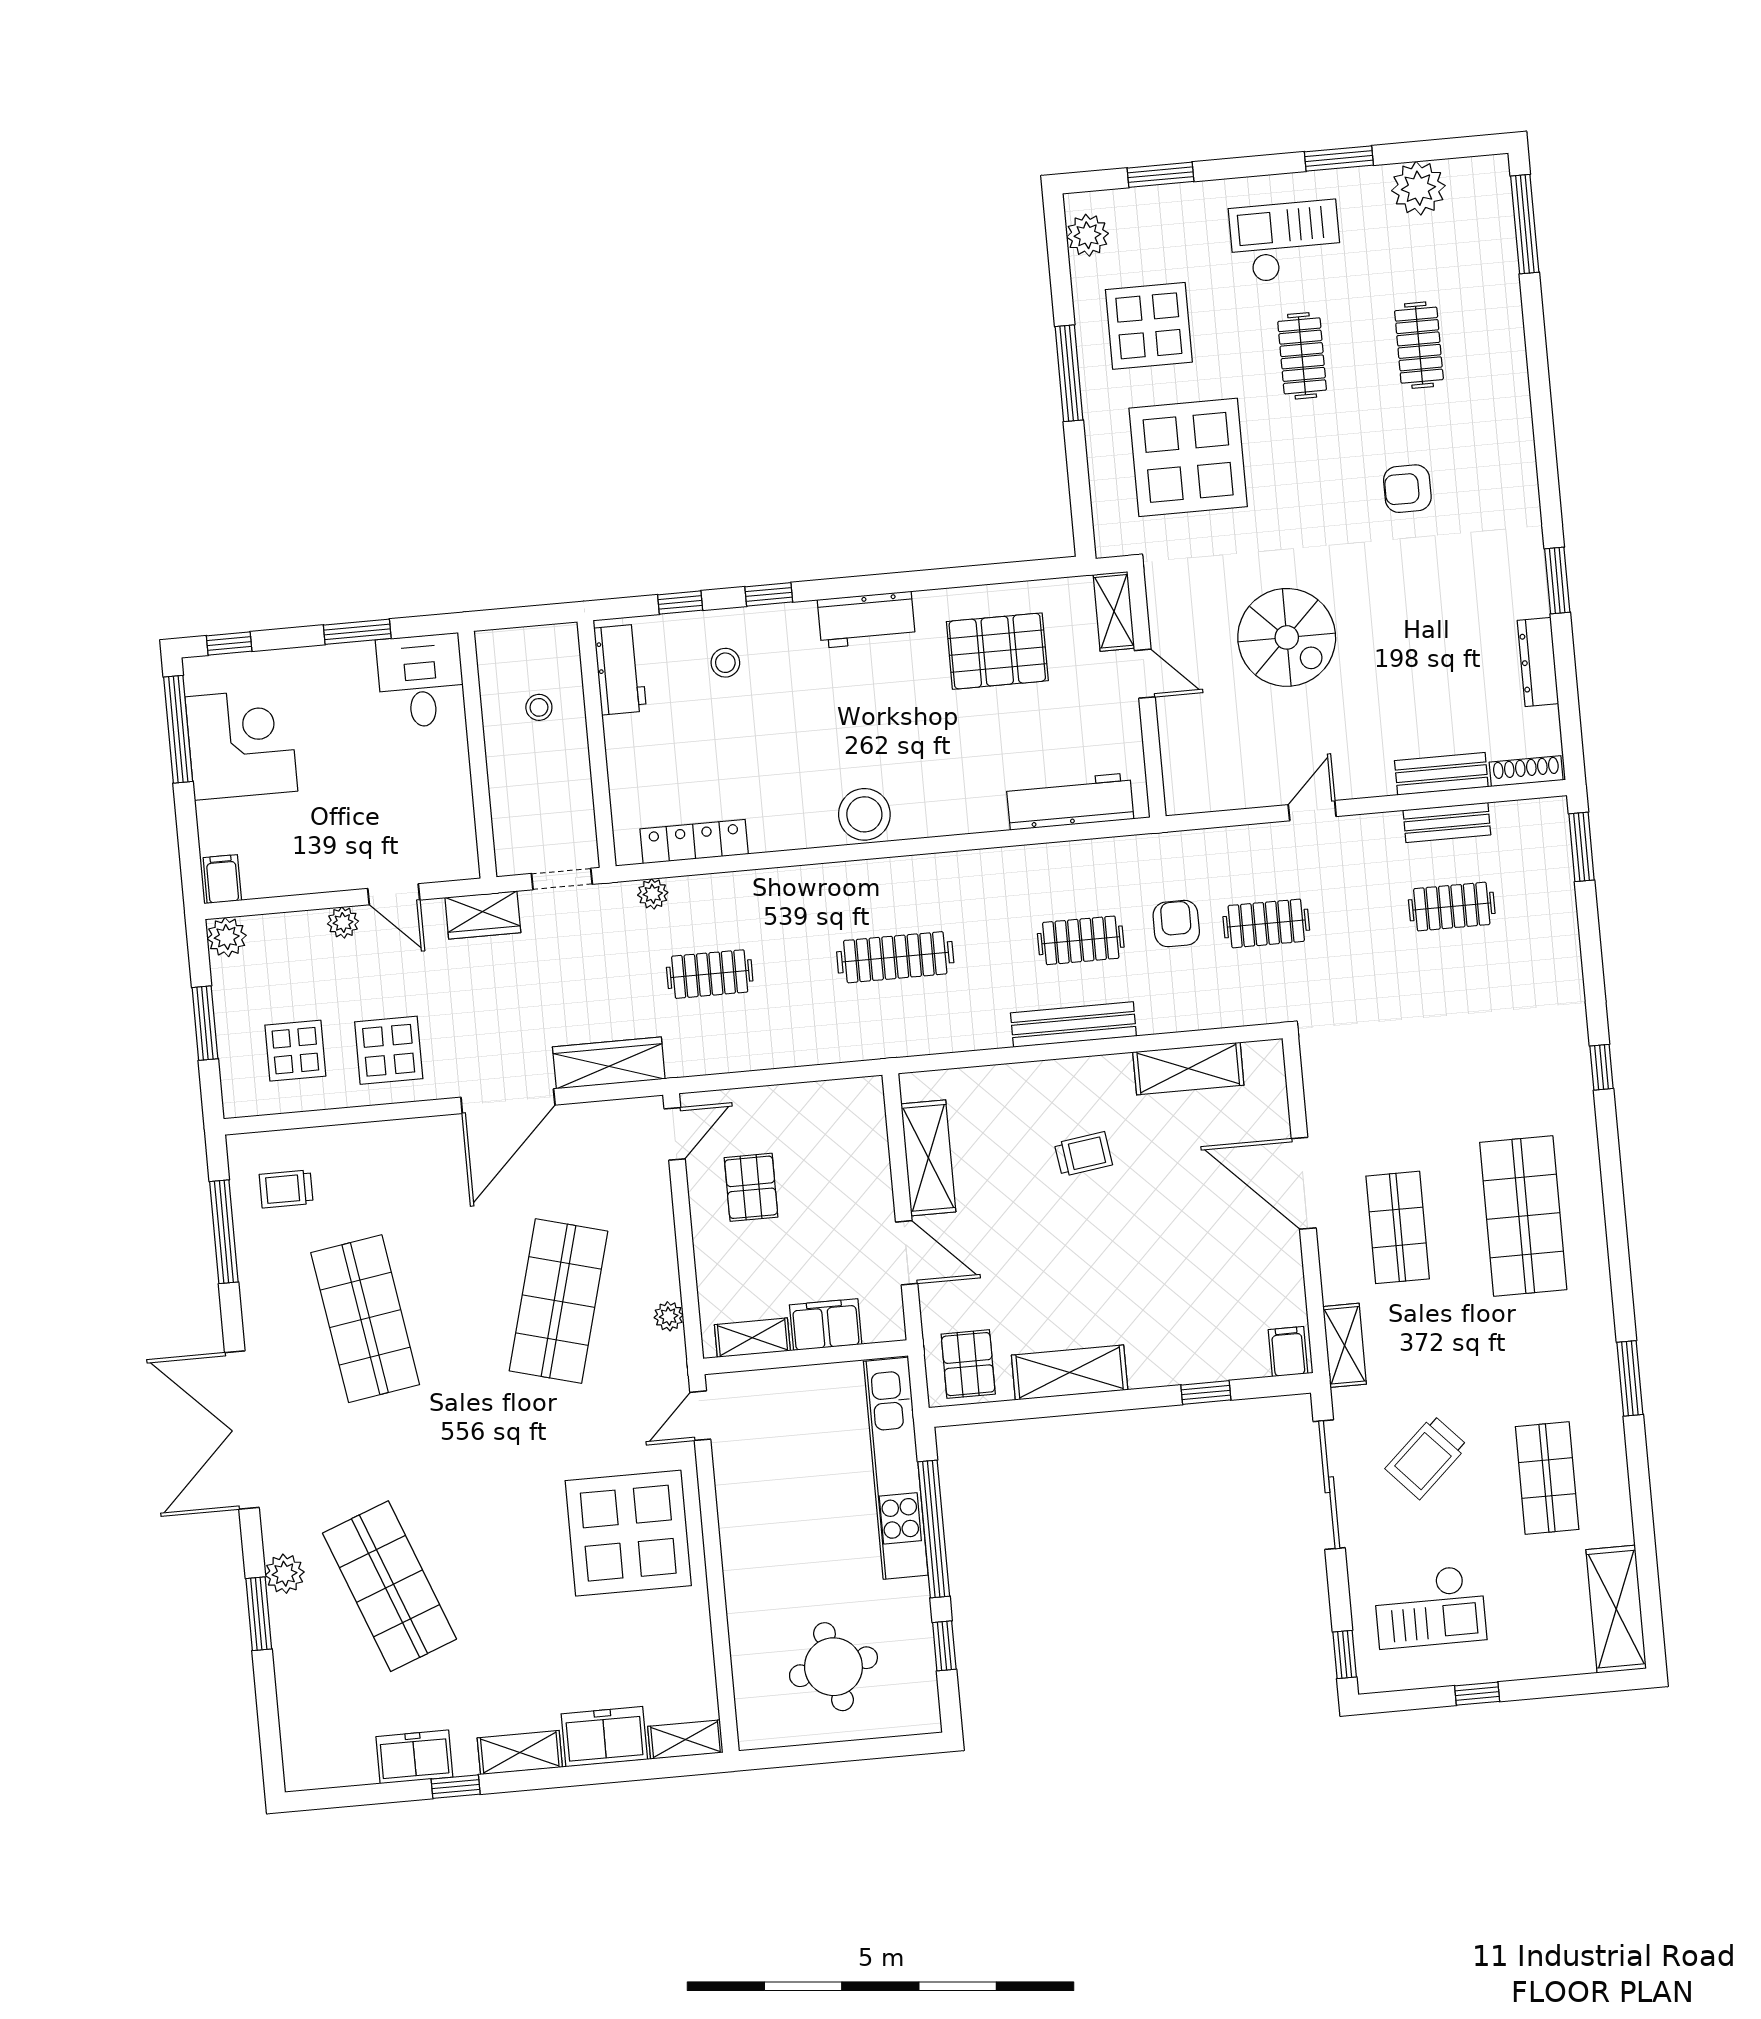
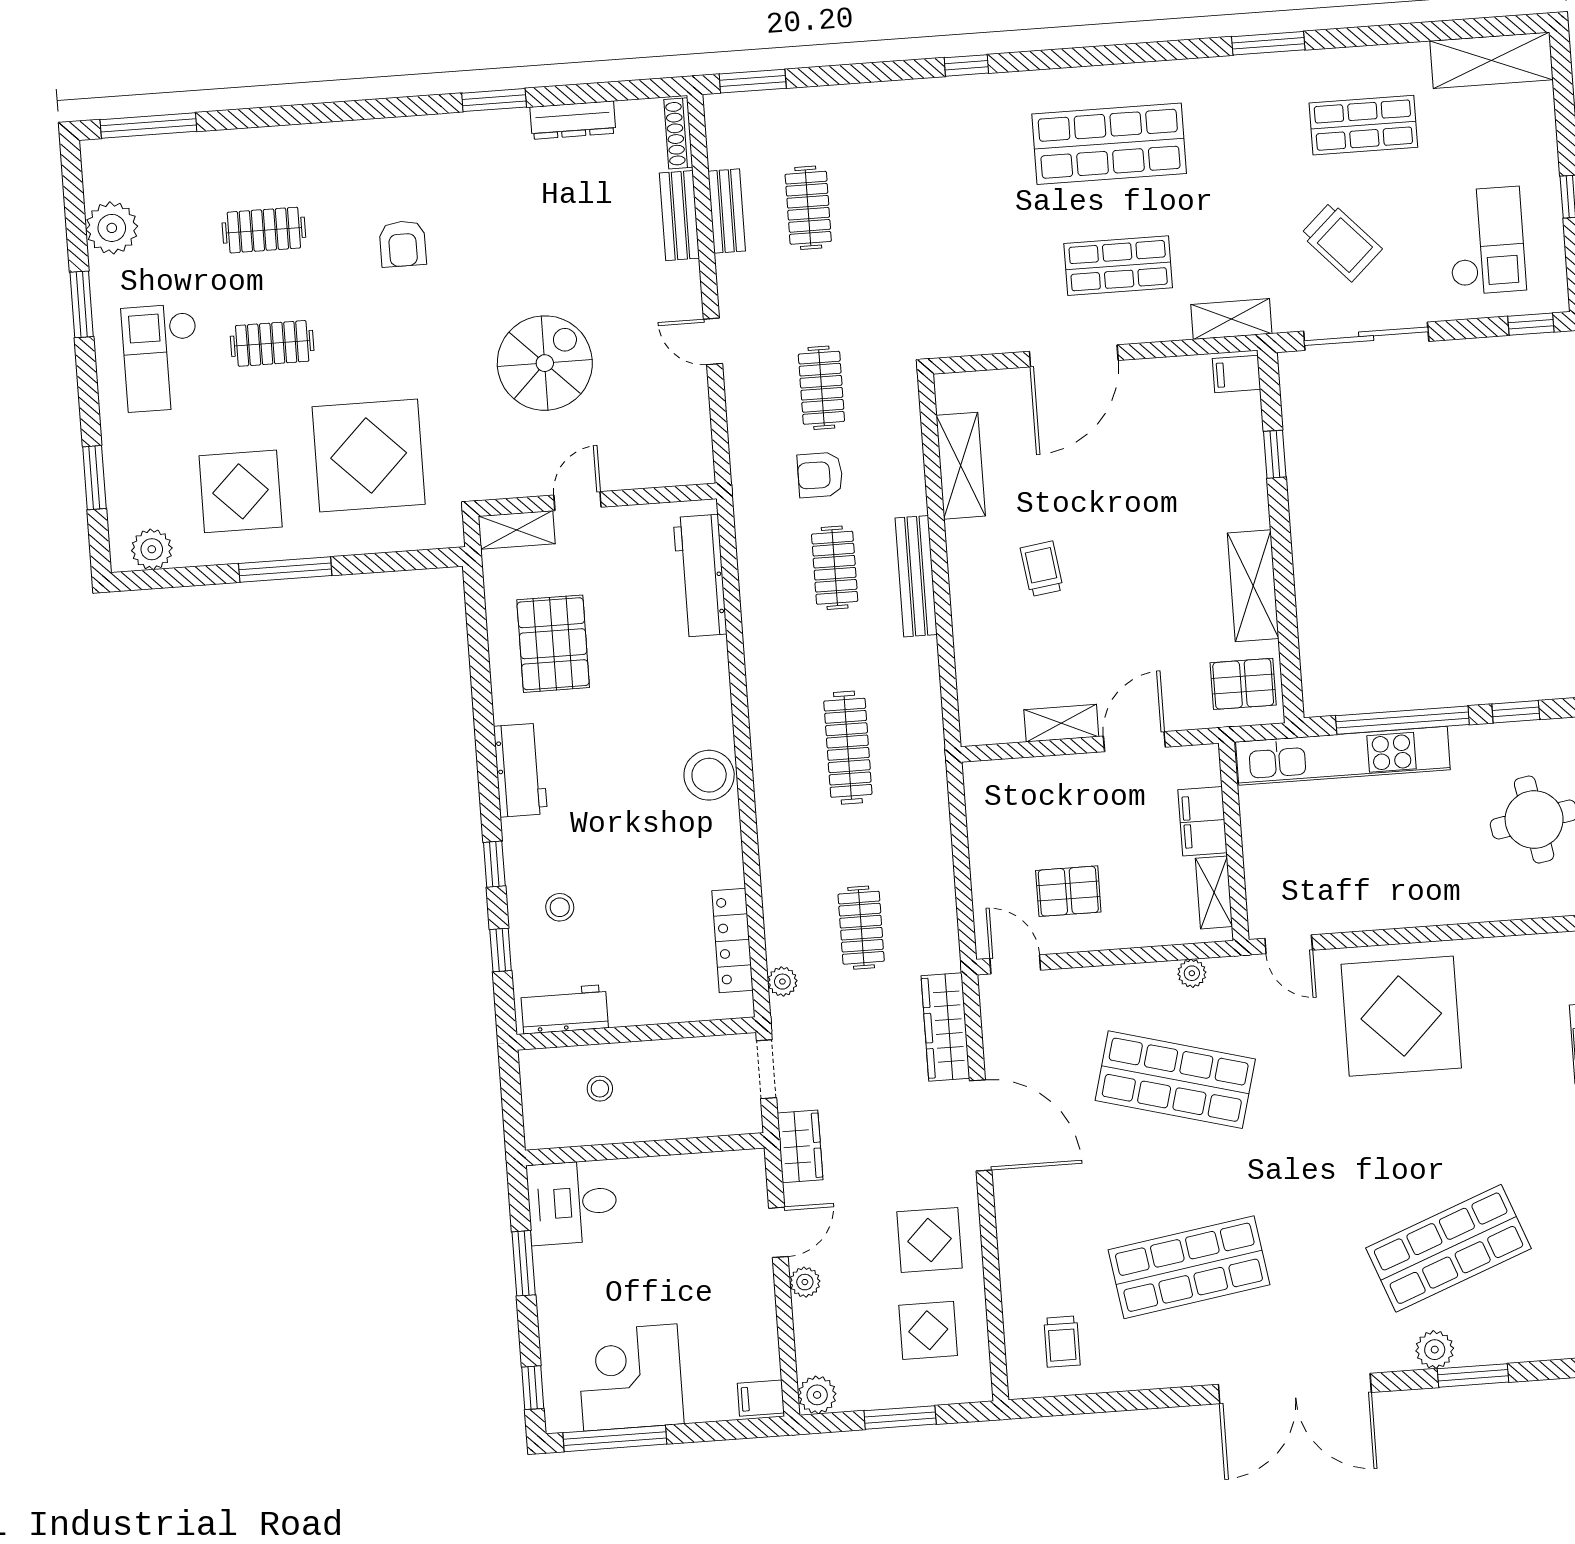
shelving: (928, 1158) -> (1061, 723), width x0.67, depth x0.75
window: (224, 1232) -> (1102, 1403), removed

